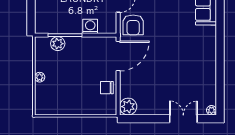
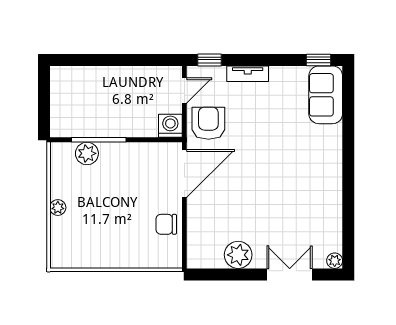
armchair: (133, 25) -> (208, 123), turned 180
washing machine: (90, 26) -> (170, 126), moved
plant: (128, 107) -> (238, 255), moved

